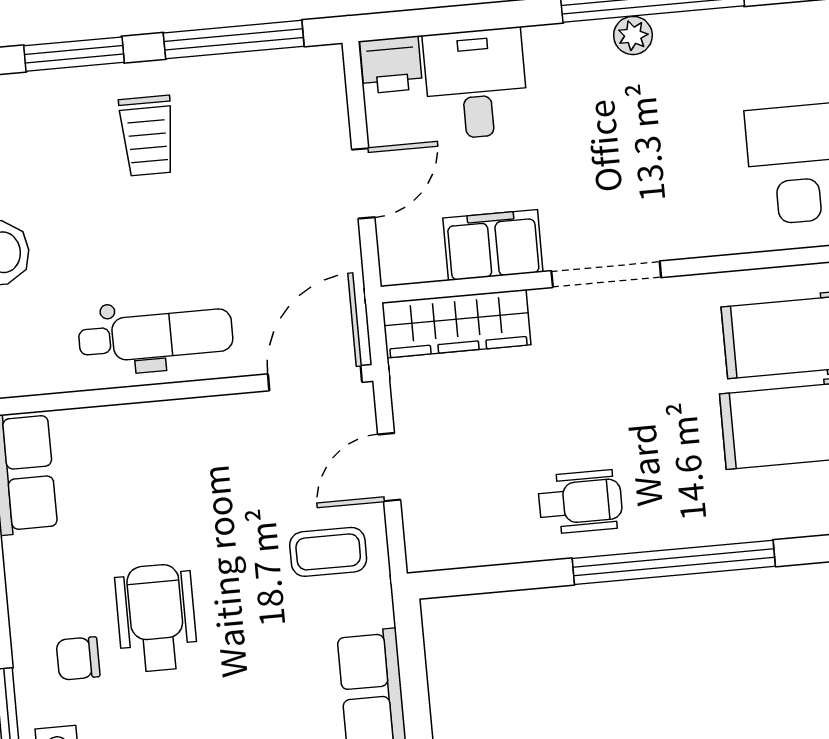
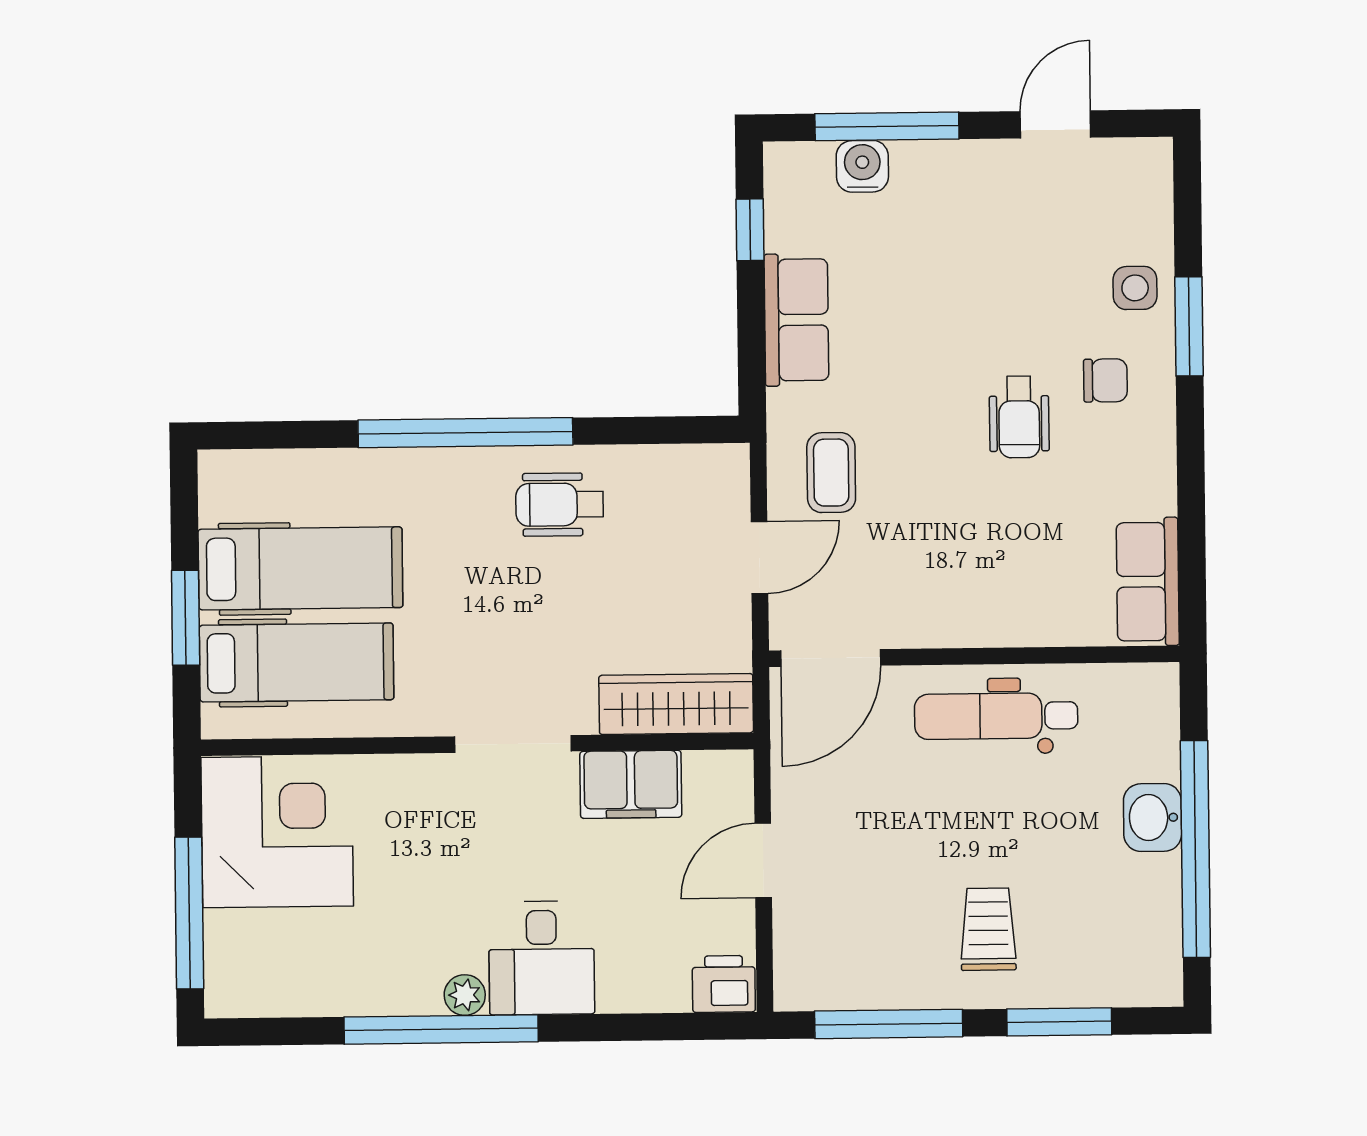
desk: (476, 84) -> (542, 958), moved
coffee table: (328, 552) -> (831, 473), turned 90
wheelchair: (156, 618) -> (1019, 417), width x0.73, depth x0.73

